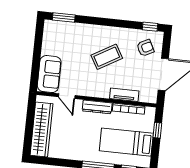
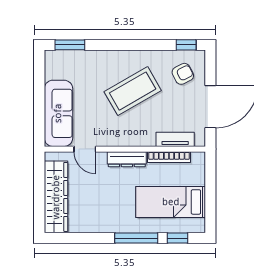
coffee table: (107, 57) -> (133, 91), width x1.36, depth x1.32
sofa: (49, 74) -> (58, 113), width x1.36
tv unit: (124, 95) -> (175, 139), moved
window: (157, 130) -> (210, 182), removed

